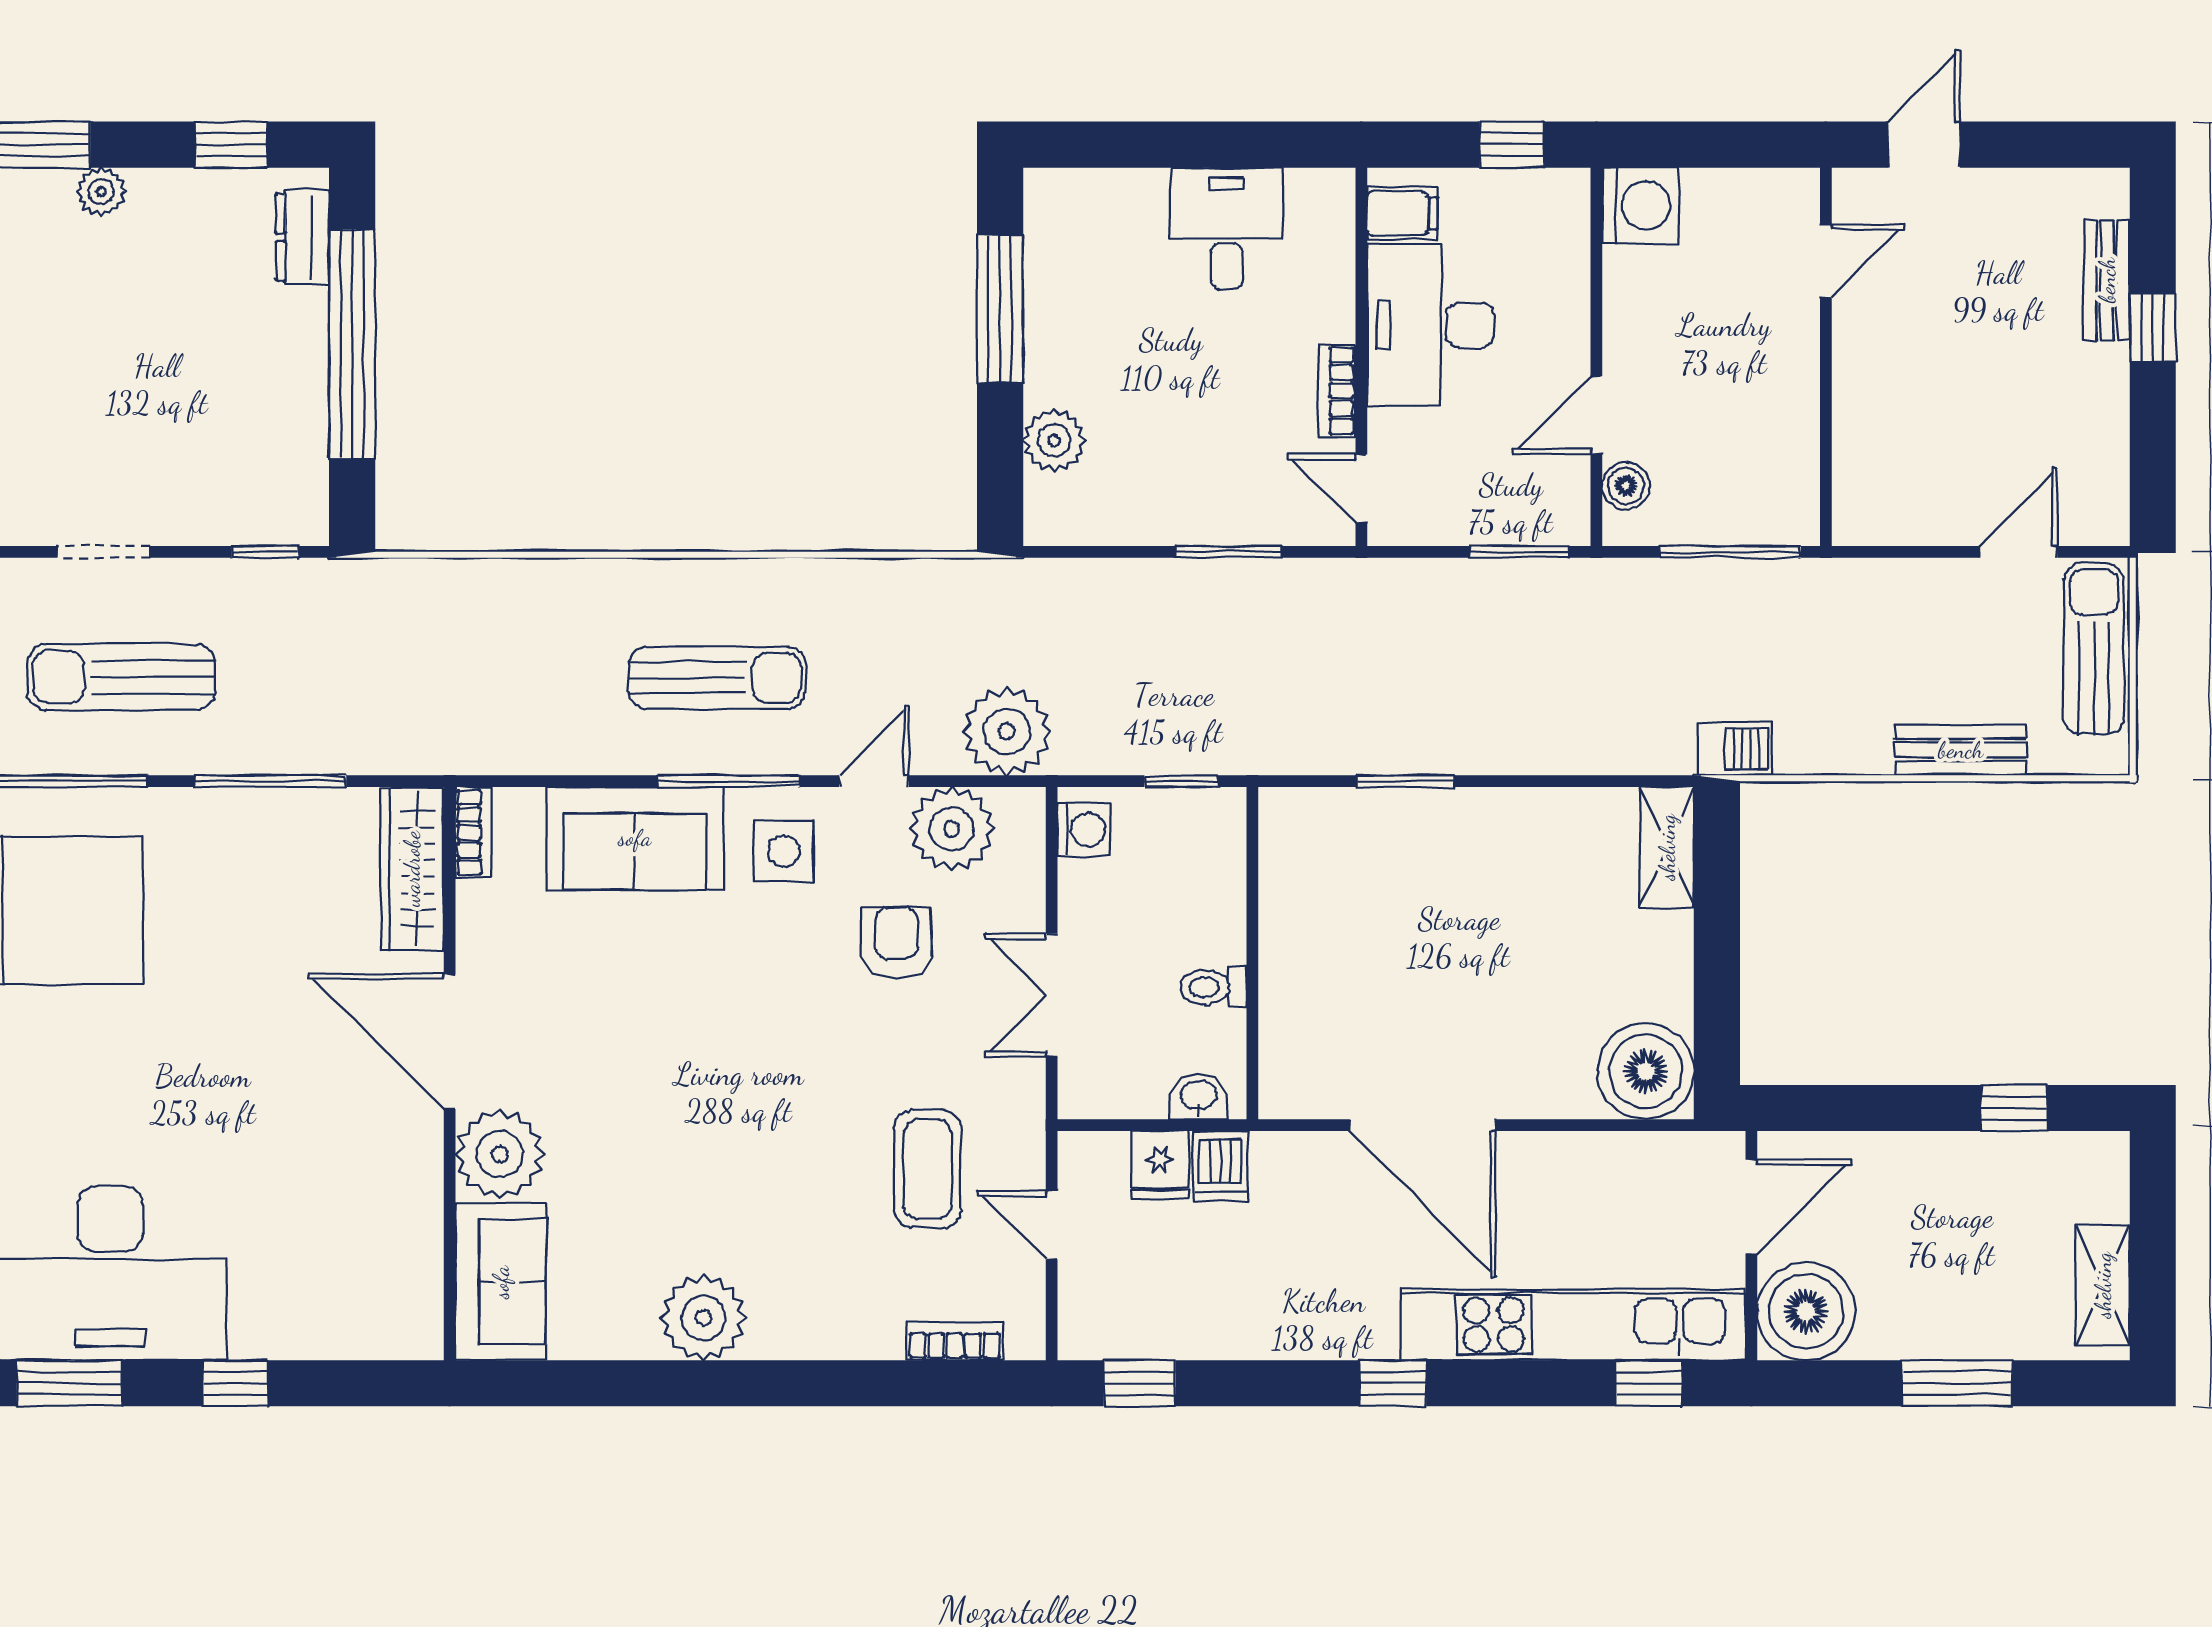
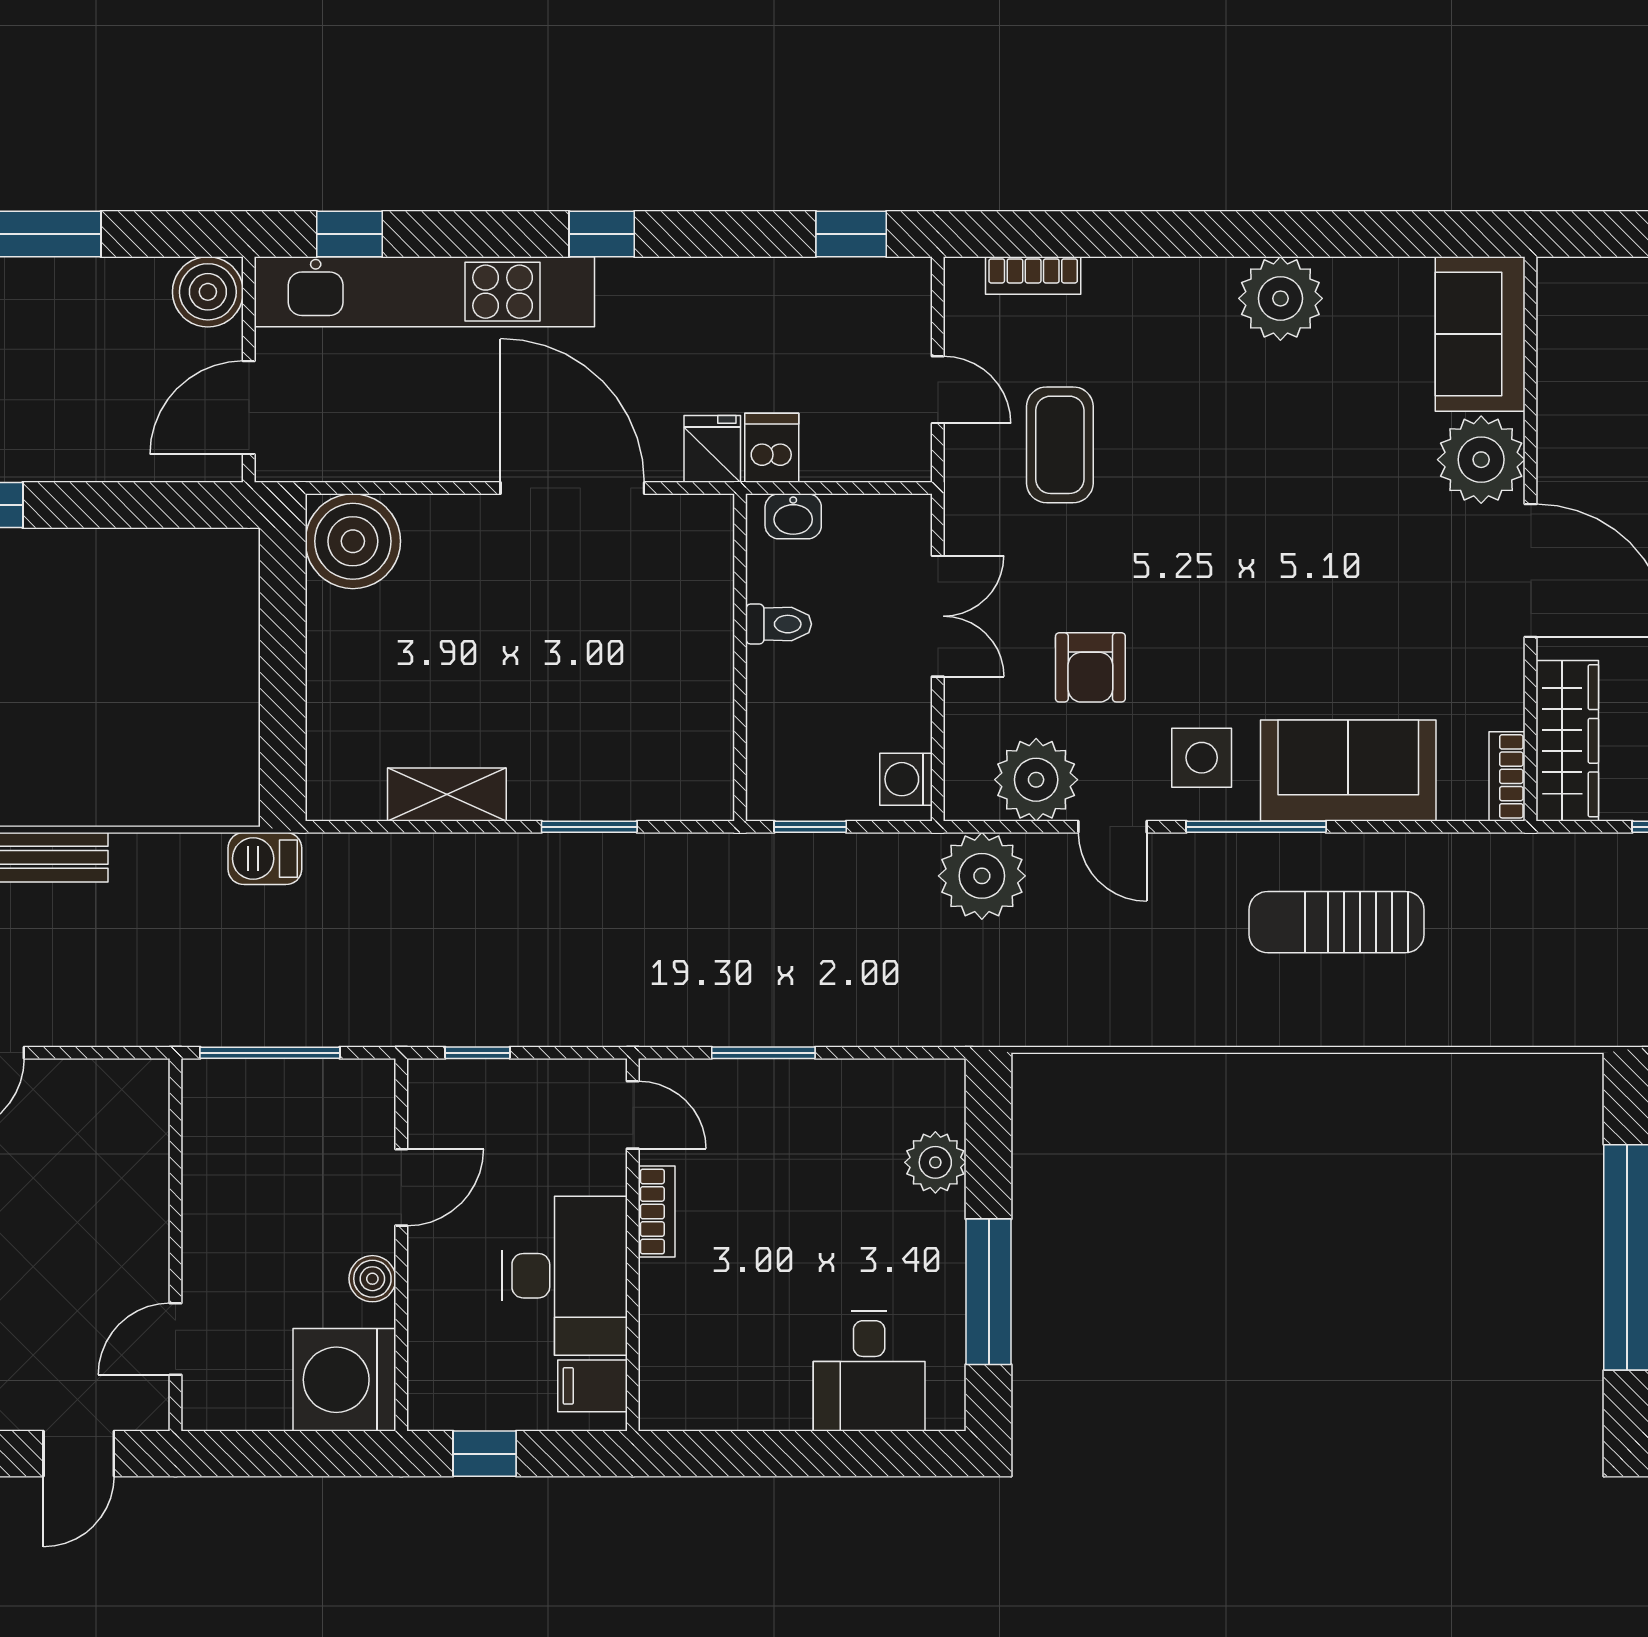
washing machine: (1640, 206) -> (344, 1380), width x1.37, depth x1.37
desk: (1227, 229) -> (869, 1371), moved
boiler: (1626, 486) -> (372, 1279), moved
window: (1519, 552) -> (478, 1053), width x0.67
sun lounger: (717, 678) -> (1337, 922), moved
door: (874, 781) -> (1113, 827), hinge flipped
shelving: (1667, 847) -> (447, 794), moved, turned 90
fridge: (1160, 1165) -> (712, 449), moved
boiler: (1806, 1311) -> (208, 292), width x0.73, depth x0.73

